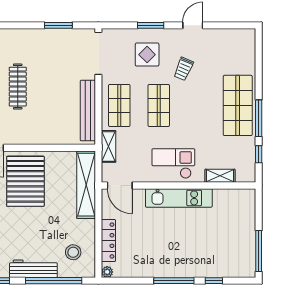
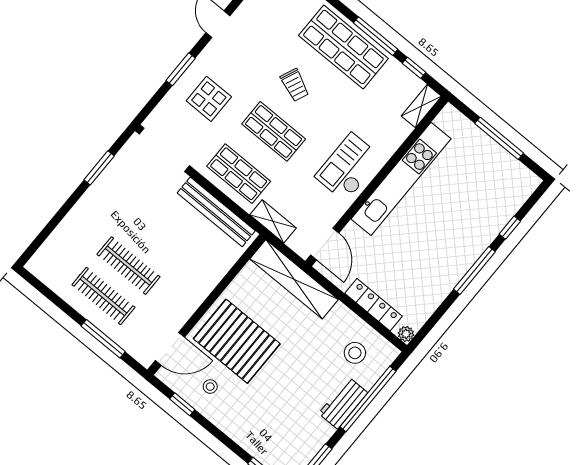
trolley: (184, 69) -> (295, 85), moved
shelving: (220, 176) -> (421, 106), moved
door: (120, 186) -> (325, 244), hinge flipped
kitchen unit: (179, 198) -> (401, 179), width x1.36
window: (259, 251) -> (499, 138), moved
workbench: (33, 269) -> (343, 403), width x0.73

